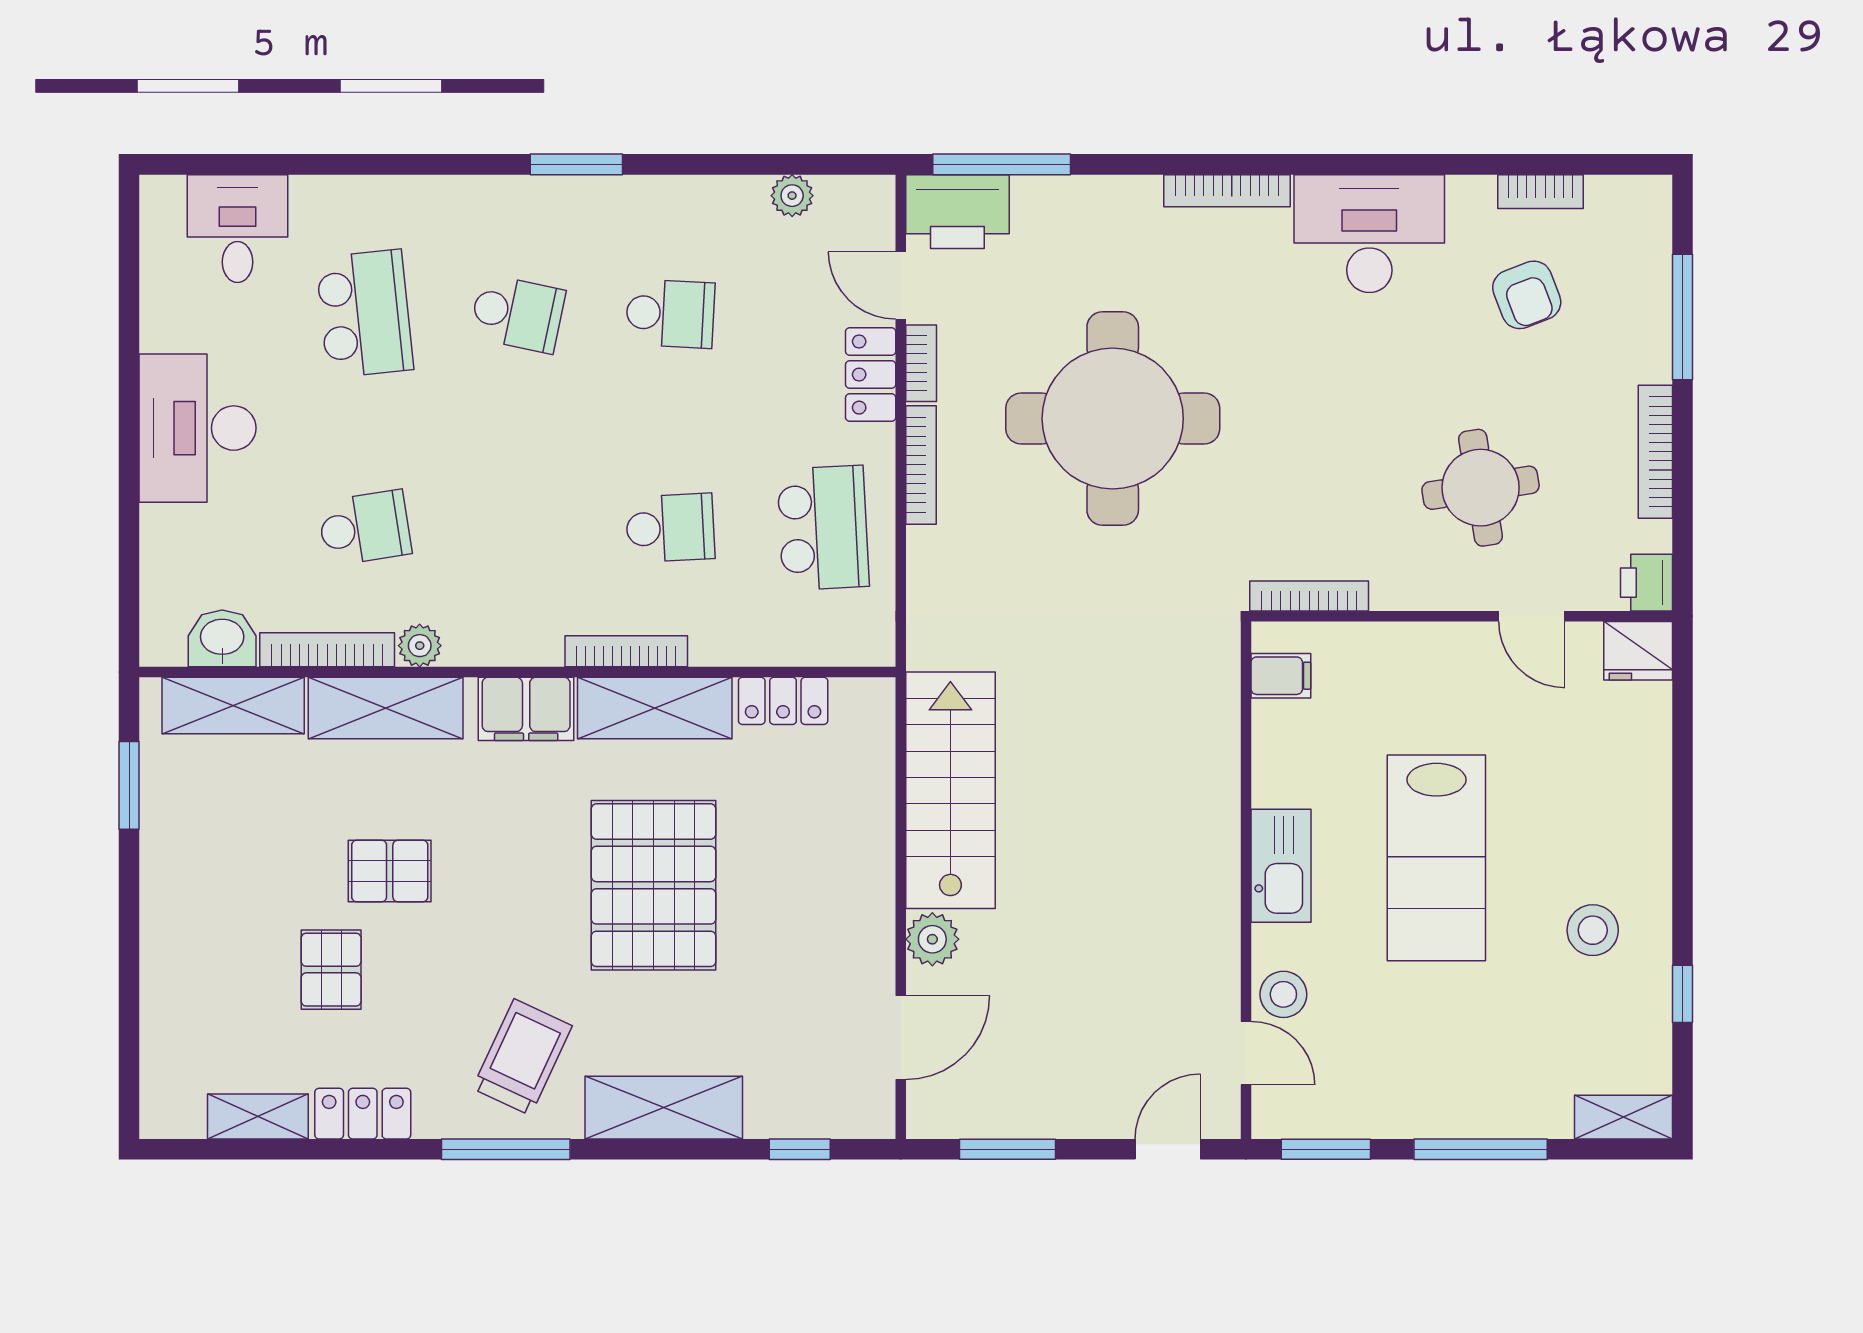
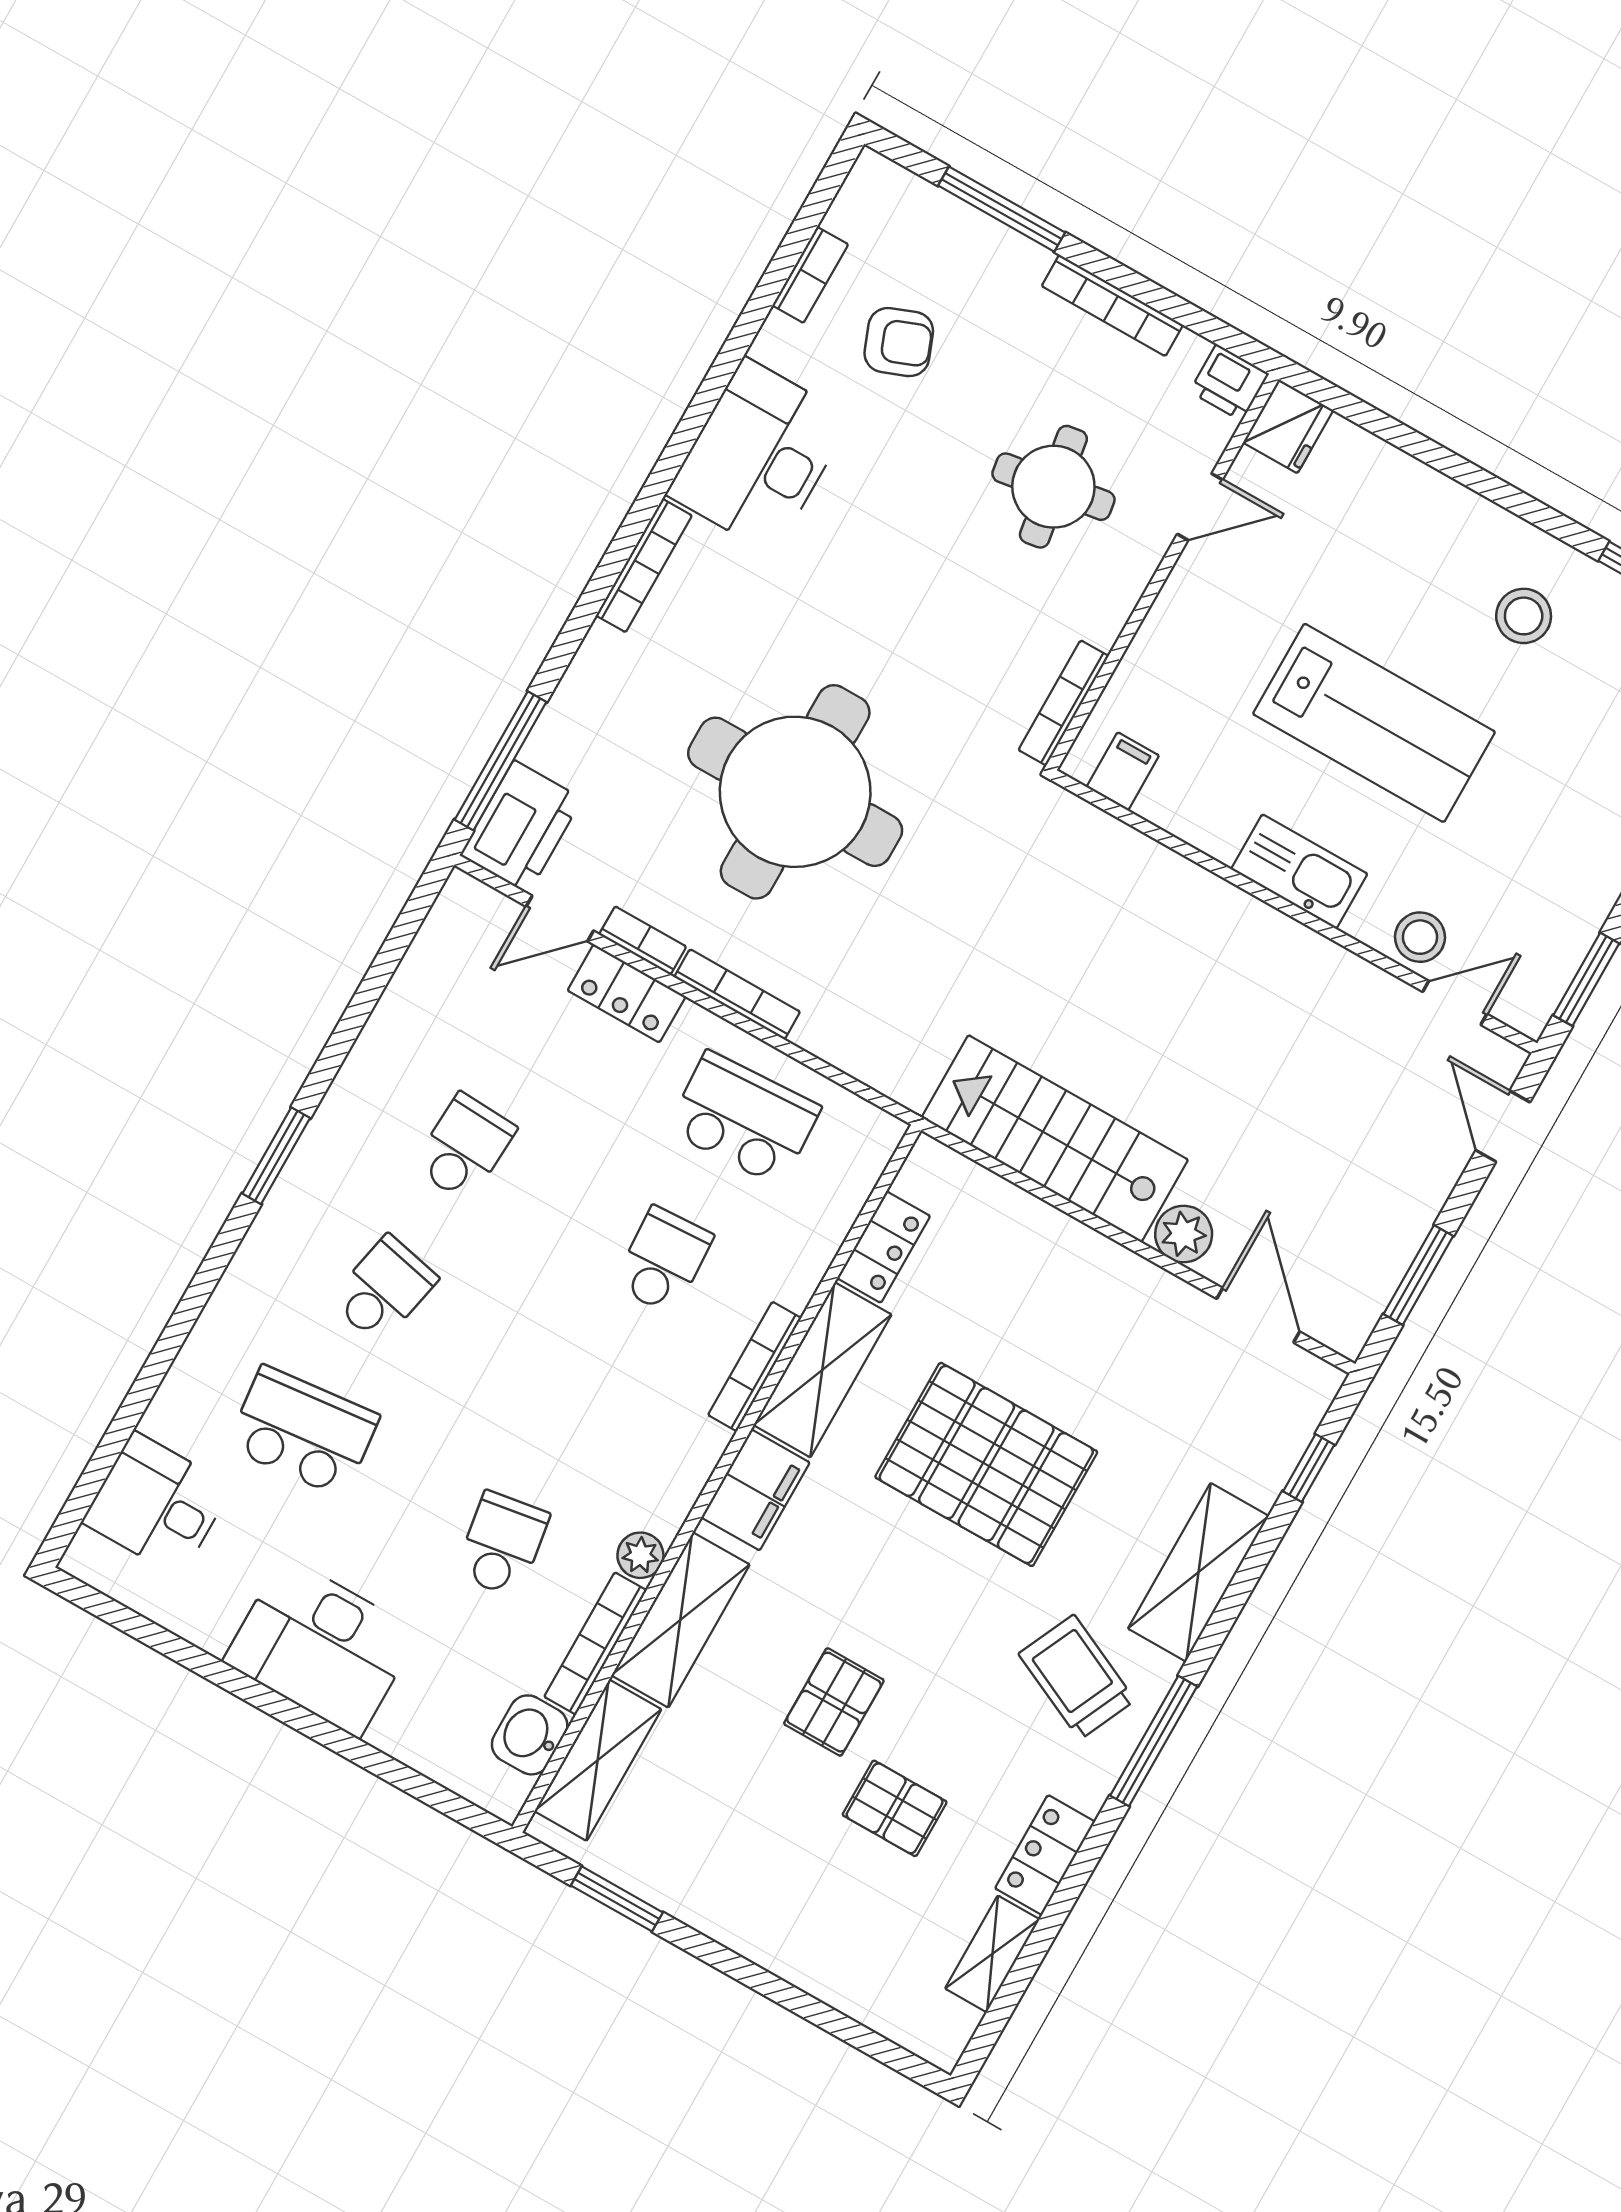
plant: (792, 196) -> (419, 972), removed

